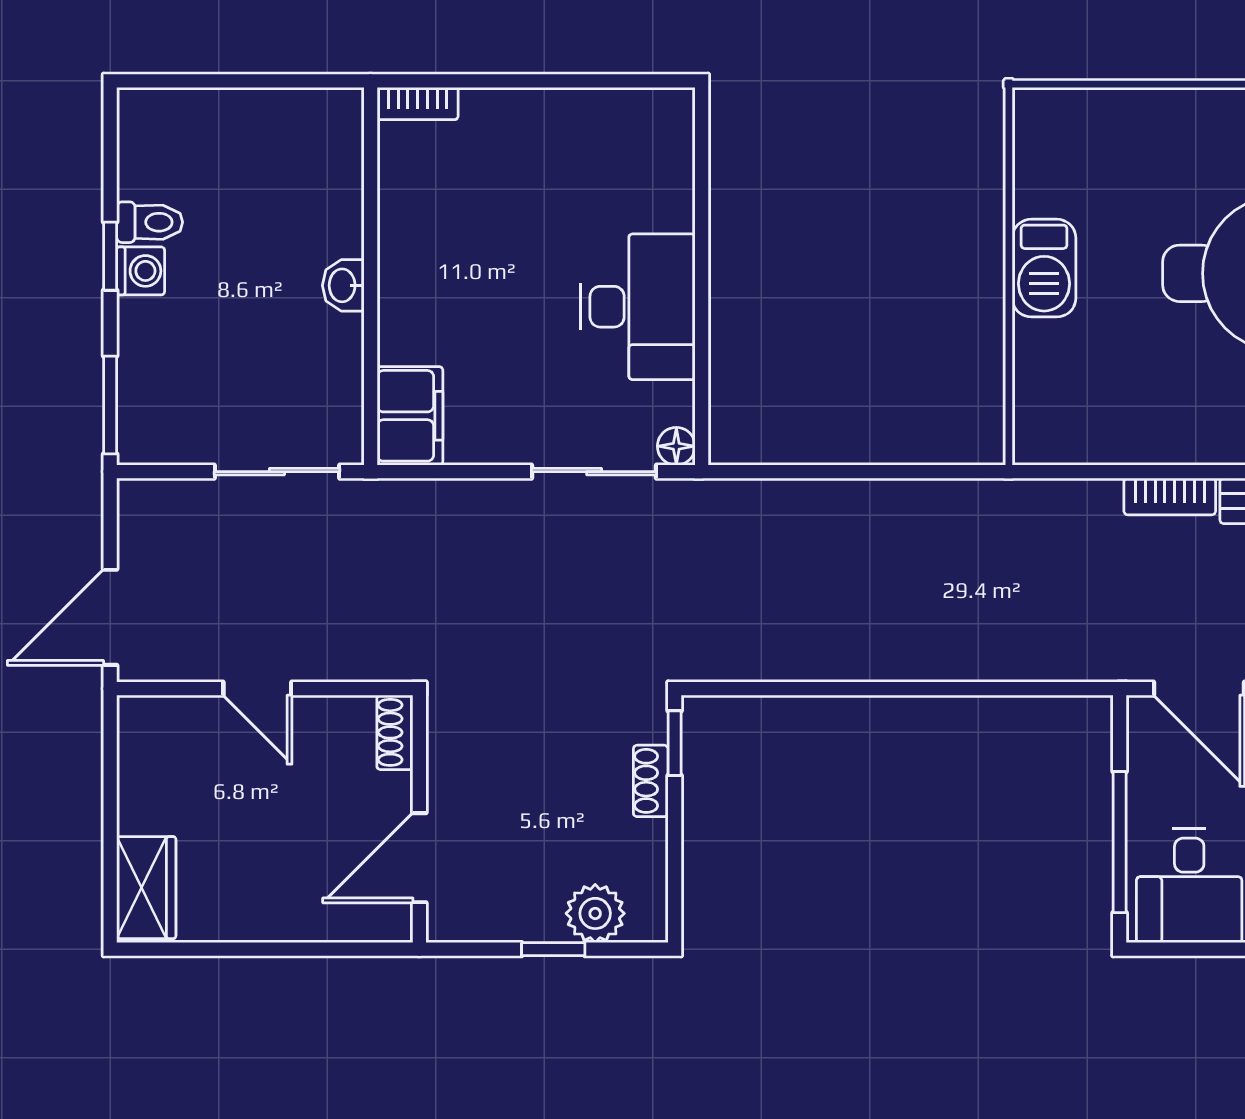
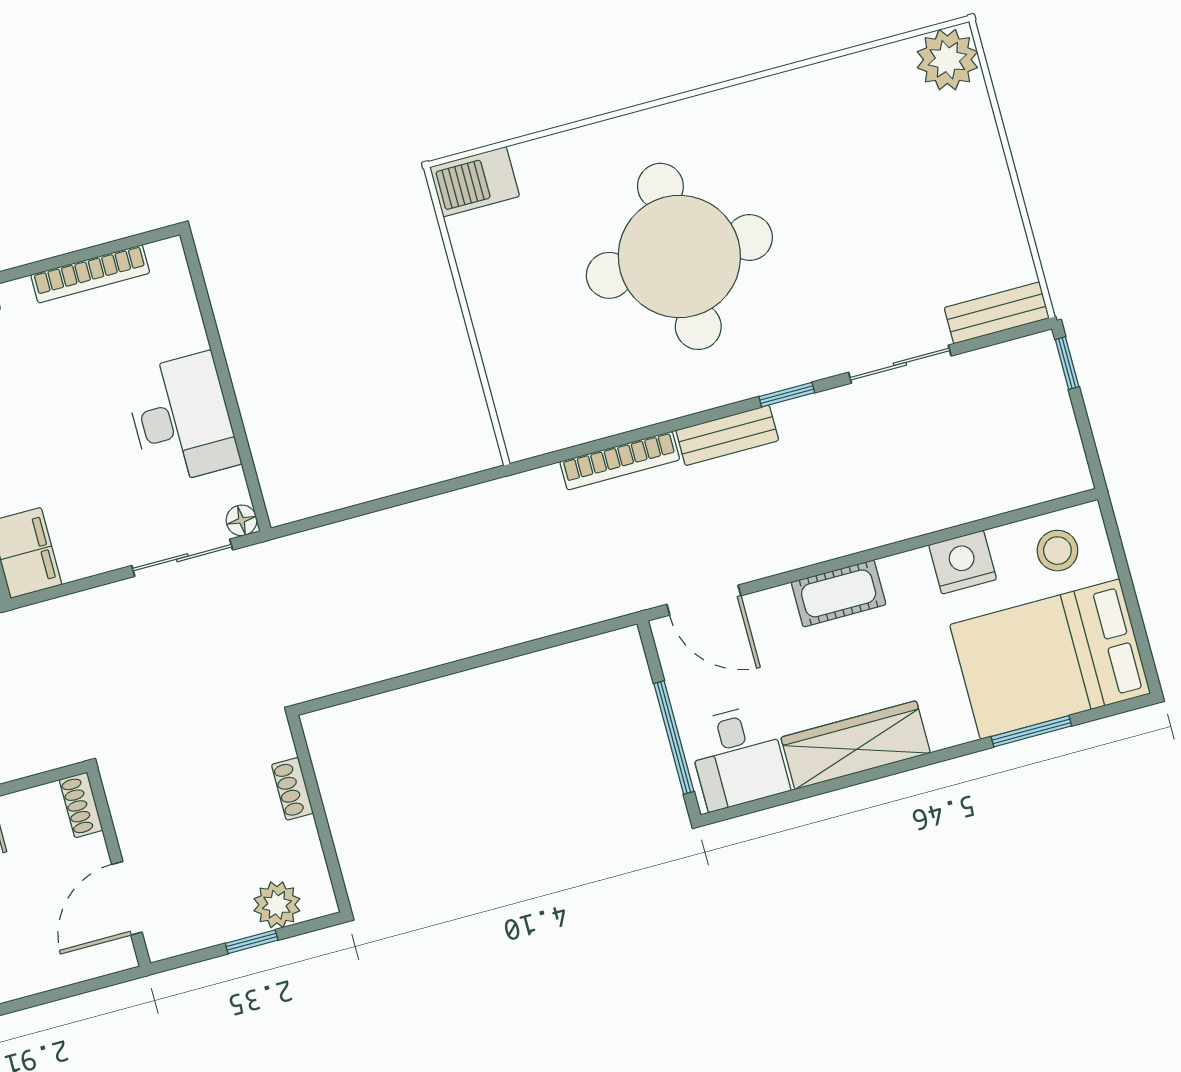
bookcase: (576, 106) -> (90, 274), added
barbecue: (1044, 268) -> (475, 182), moved, turned 90
bookcase: (1170, 496) -> (620, 461), width x1.56
window: (675, 743) -> (303, 754), removed

